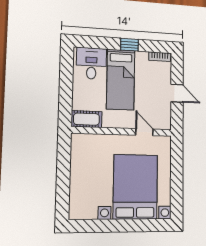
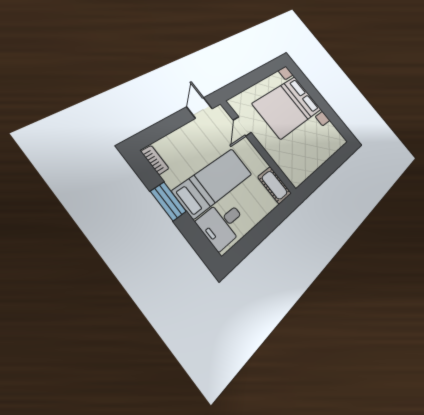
window: (129, 45) -> (168, 201), width x1.50
door: (177, 93) -> (200, 108), moved

